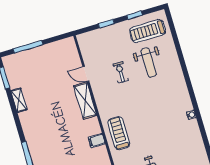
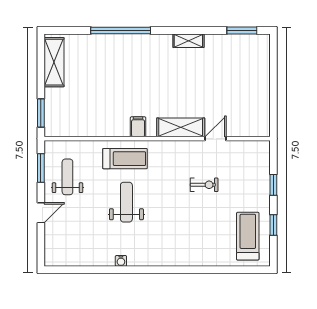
window: (28, 47) -> (273, 73), removed
weight bench: (149, 63) -> (126, 202), moved, turned 90
shelving: (19, 100) -> (188, 41), moved
filing cabinet: (97, 141) -> (138, 127), moved

